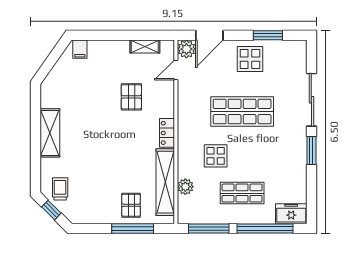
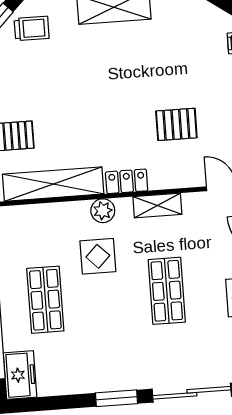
shop shelf: (242, 111) -> (167, 291), width x0.70, depth x0.74
shelving: (185, 114) -> (157, 205), added
plant: (185, 187) -> (103, 211), moved

